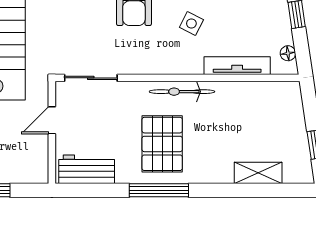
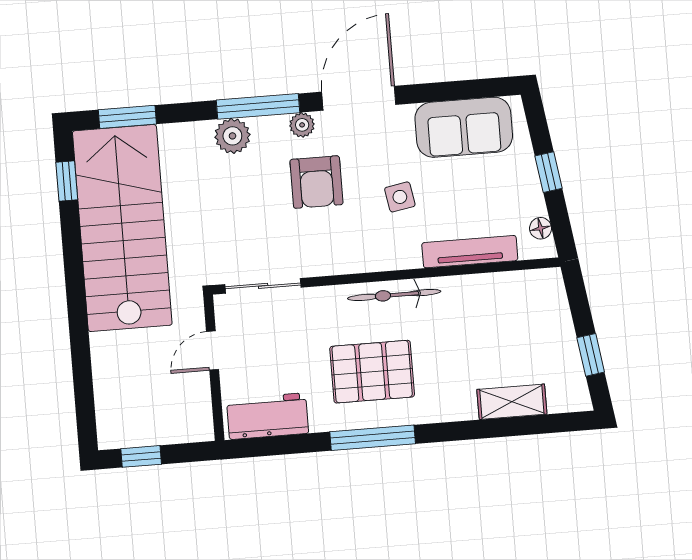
side table: (191, 23) -> (400, 197), turned -37
pallet: (162, 144) -> (372, 372), turned 90

